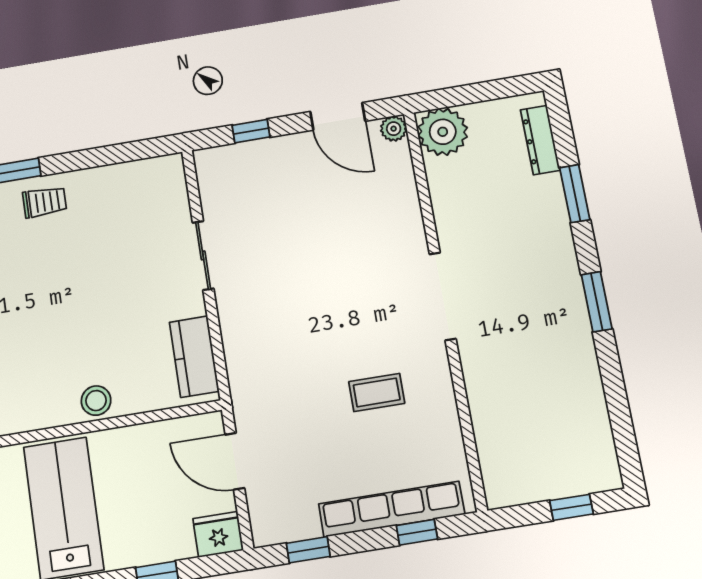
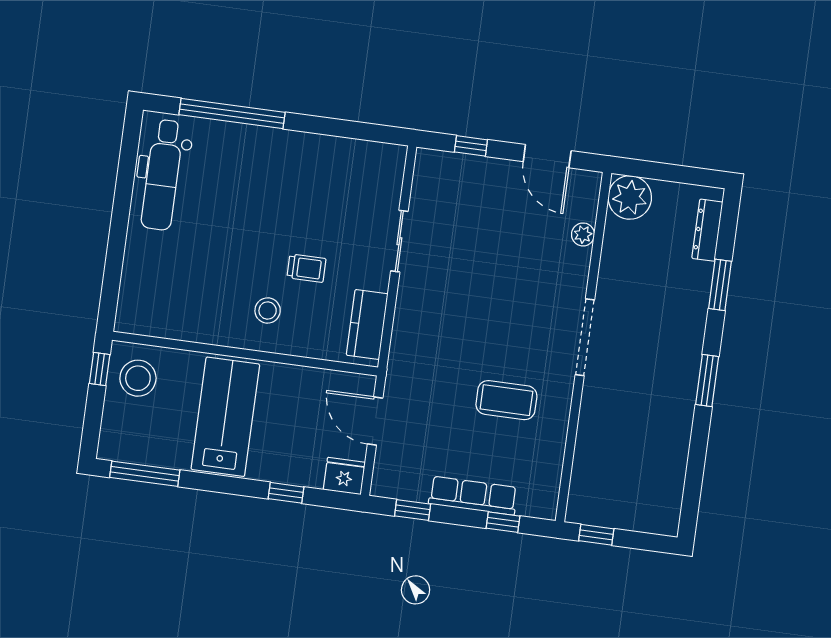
plant: (394, 129) -> (583, 234), moved
trolley: (45, 202) -> (306, 268), moved
coffee table: (377, 392) -> (506, 400), width x1.36, depth x1.30
stool: (96, 401) -> (268, 311), moved
window: (571, 507) -> (596, 535), moved
row of seats: (392, 509) -> (473, 496), width x0.73

